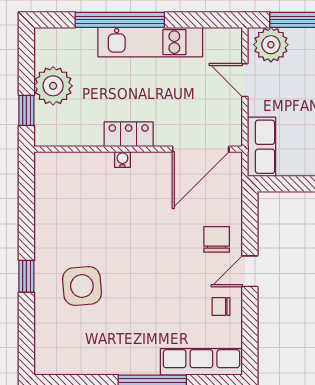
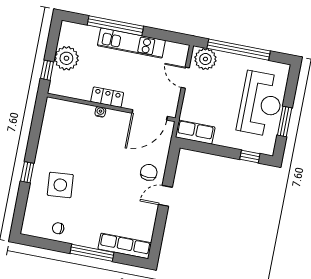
row of seats: (262, 147) -> (195, 132), moved, turned -90
chair: (221, 307) -> (58, 228), moved

